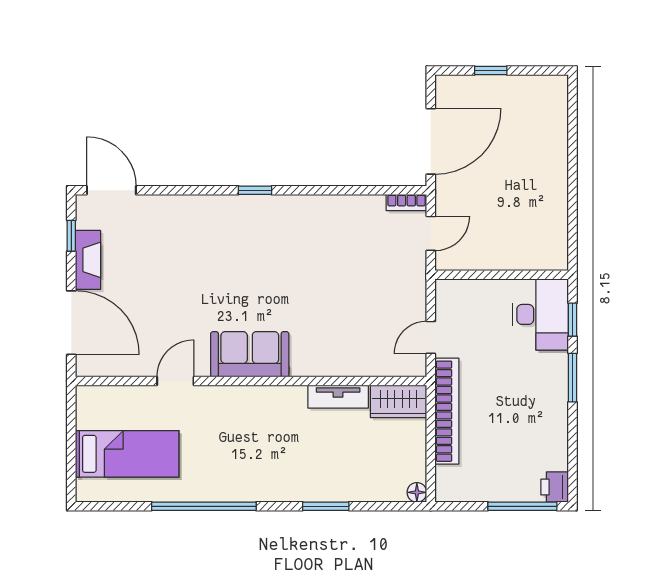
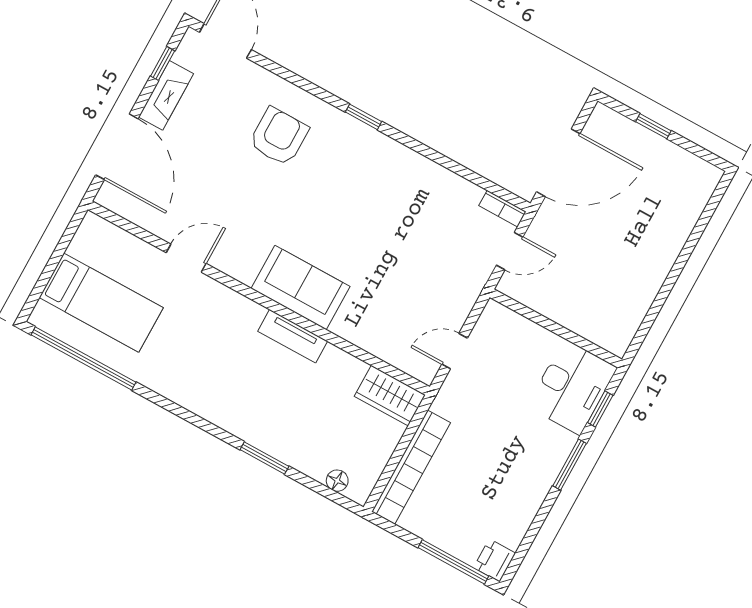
armchair: (196, 243) -> (279, 136), added
sofa: (250, 354) -> (300, 288), moved
tv unit: (338, 397) -> (293, 336), moved
bookcase: (447, 411) -> (411, 467), moved
floor lamp: (417, 492) -> (337, 481), moved
window: (204, 506) -> (83, 359), moved

